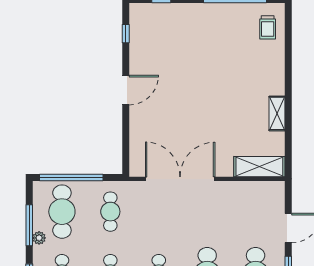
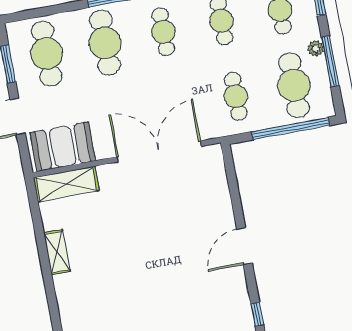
double door: (180, 179) -> (159, 151), swing flipped
booth: (257, 197) -> (63, 147), added

